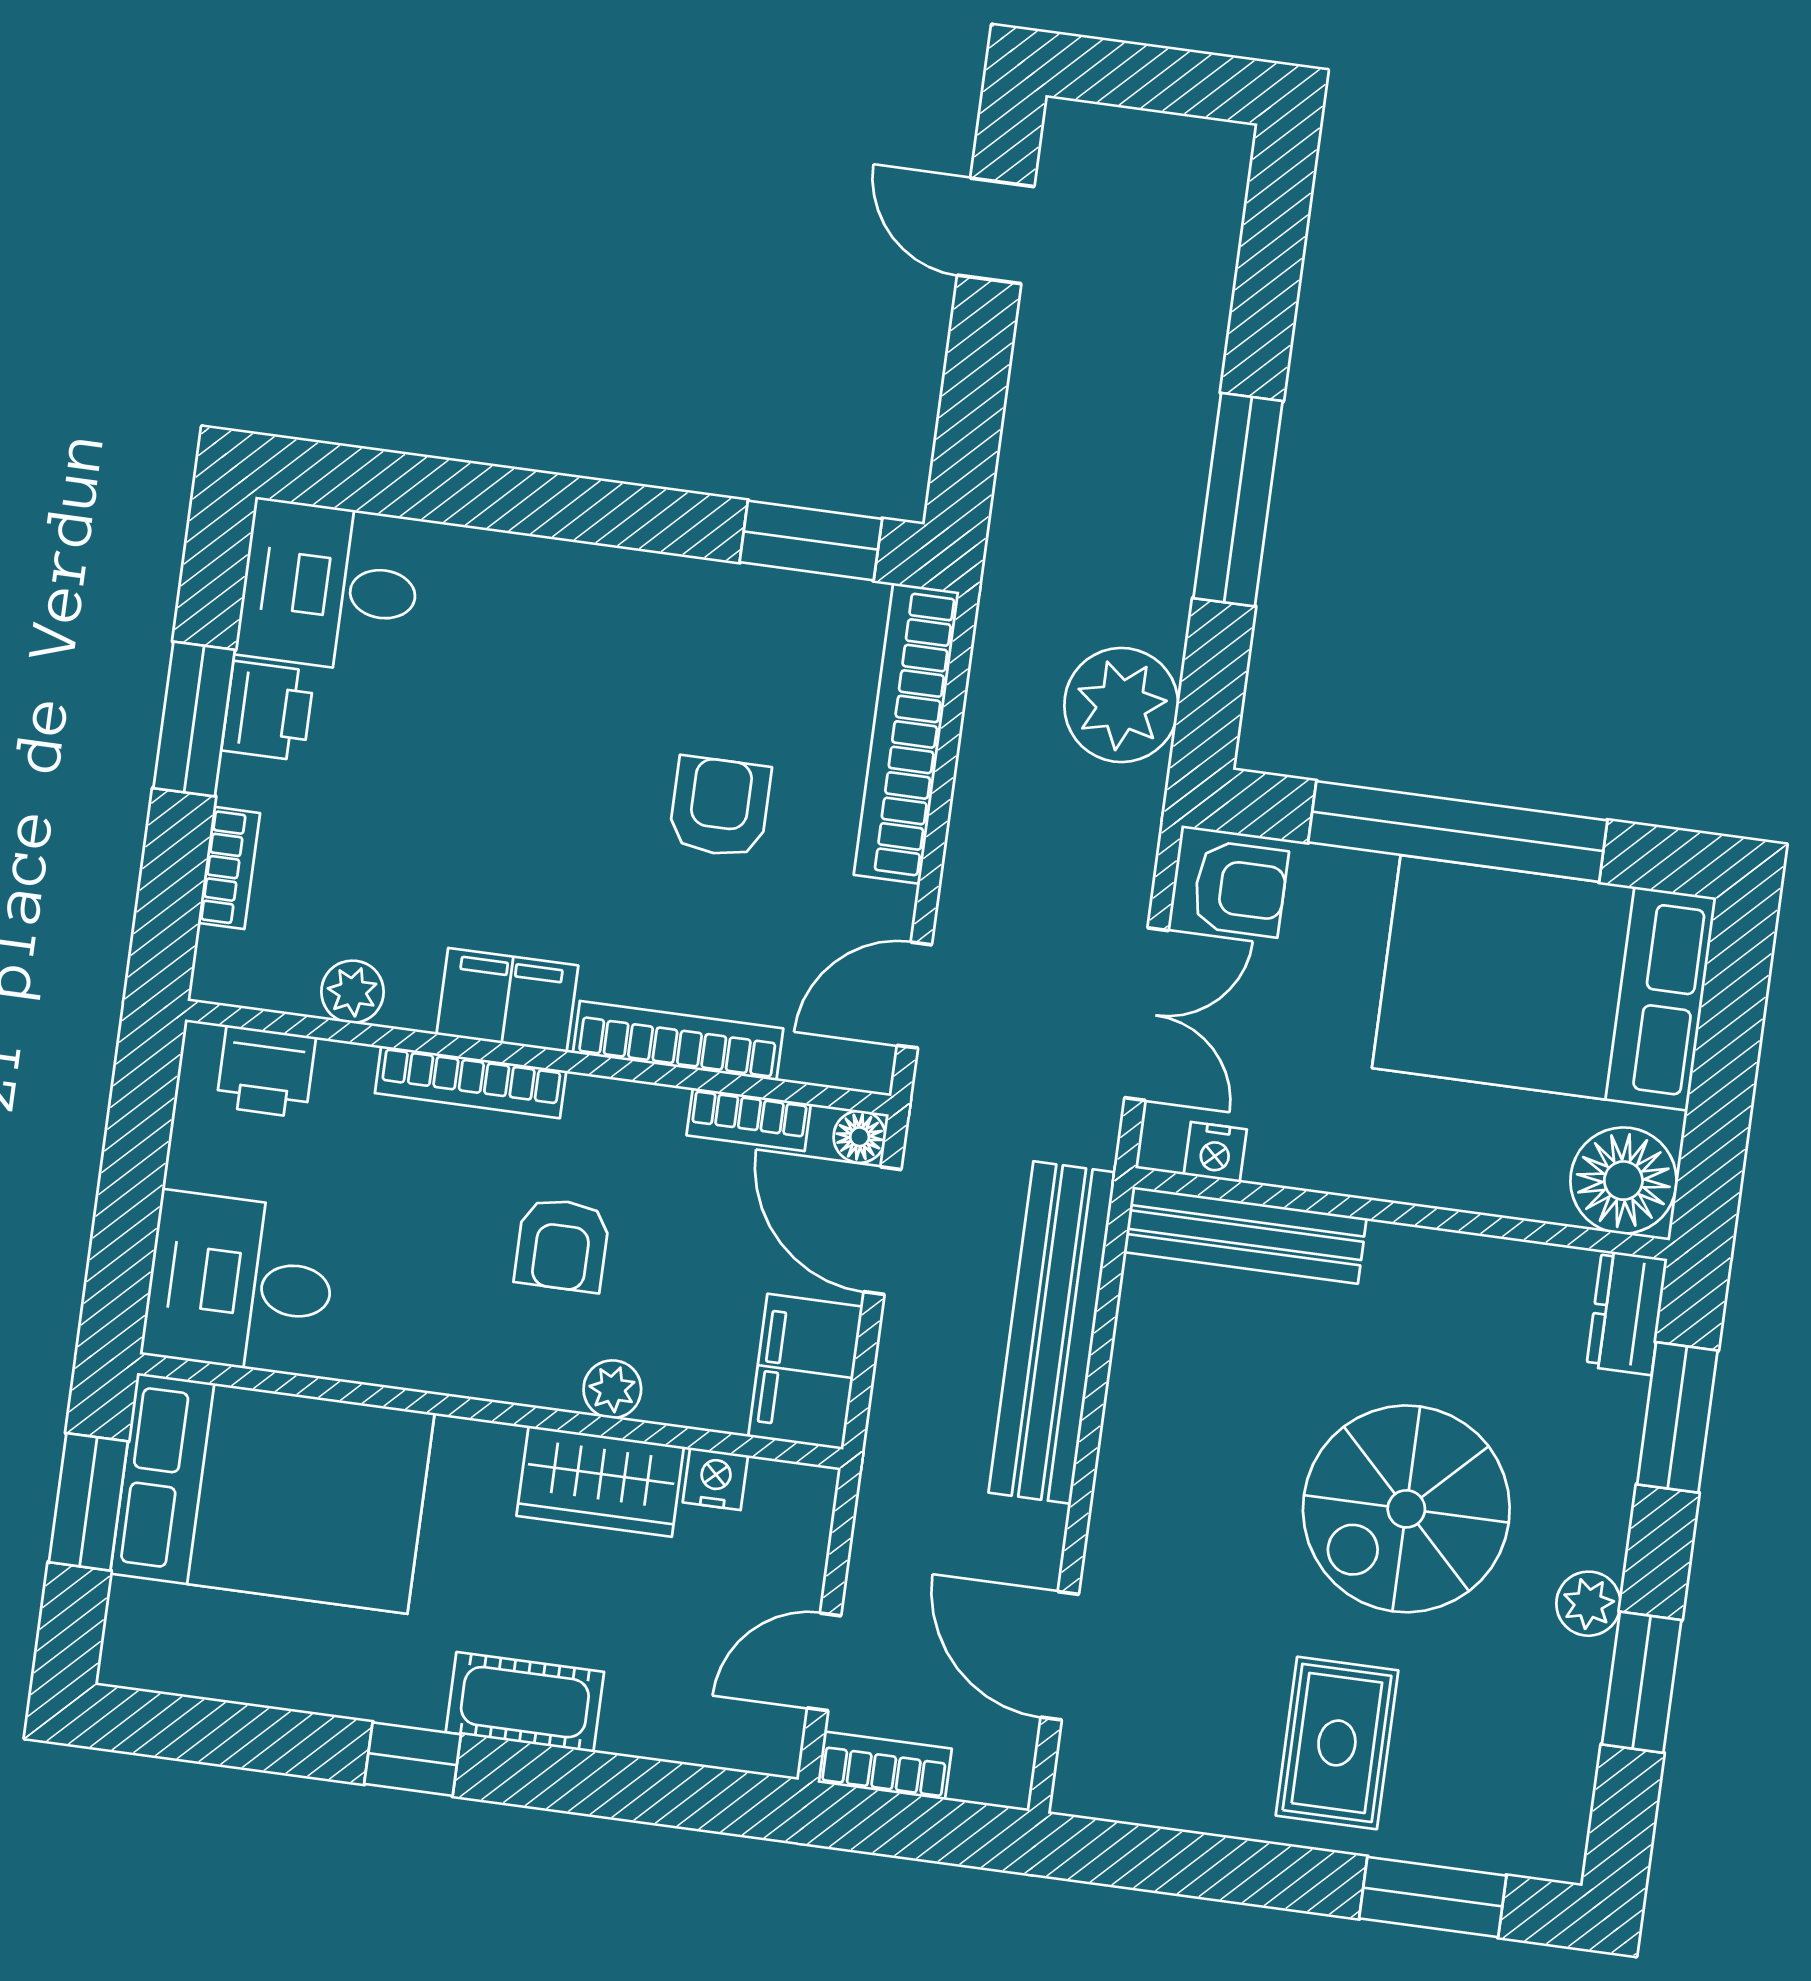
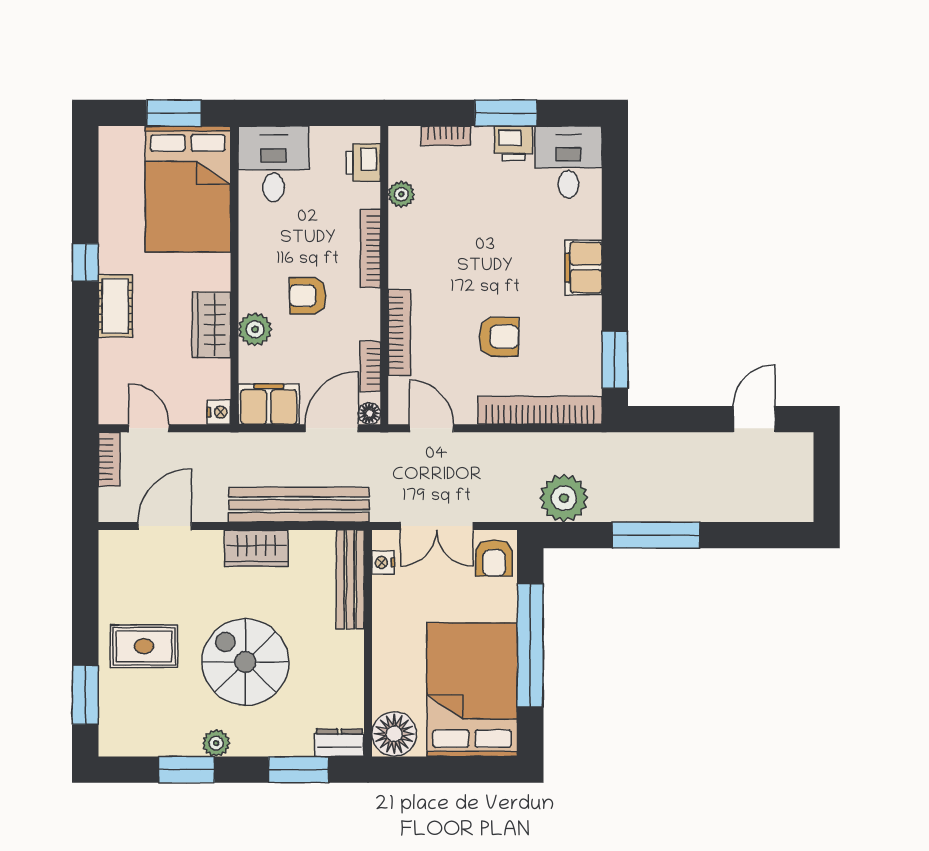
filing cabinet: (507, 1000) -> (584, 268), moved, turned 180
plant: (612, 1389) -> (255, 329), width x1.38, depth x1.38
wardrobe: (1142, 1447) -> (256, 548), added
nightstand: (715, 1479) -> (219, 412), moved

